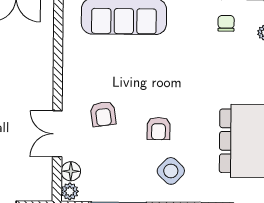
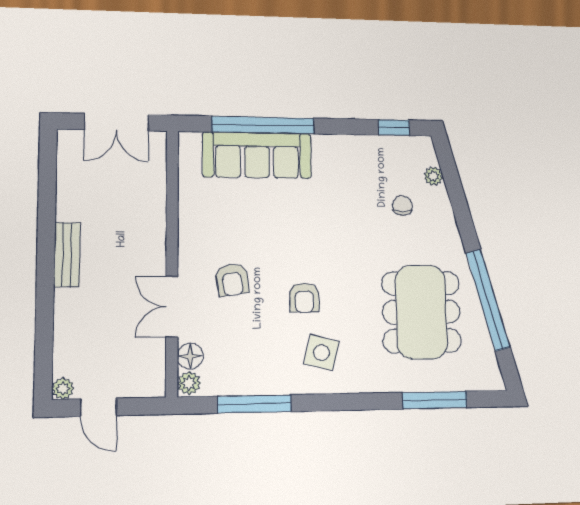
chair: (226, 23) -> (402, 206), moved
side table: (171, 171) -> (322, 353), turned -30

